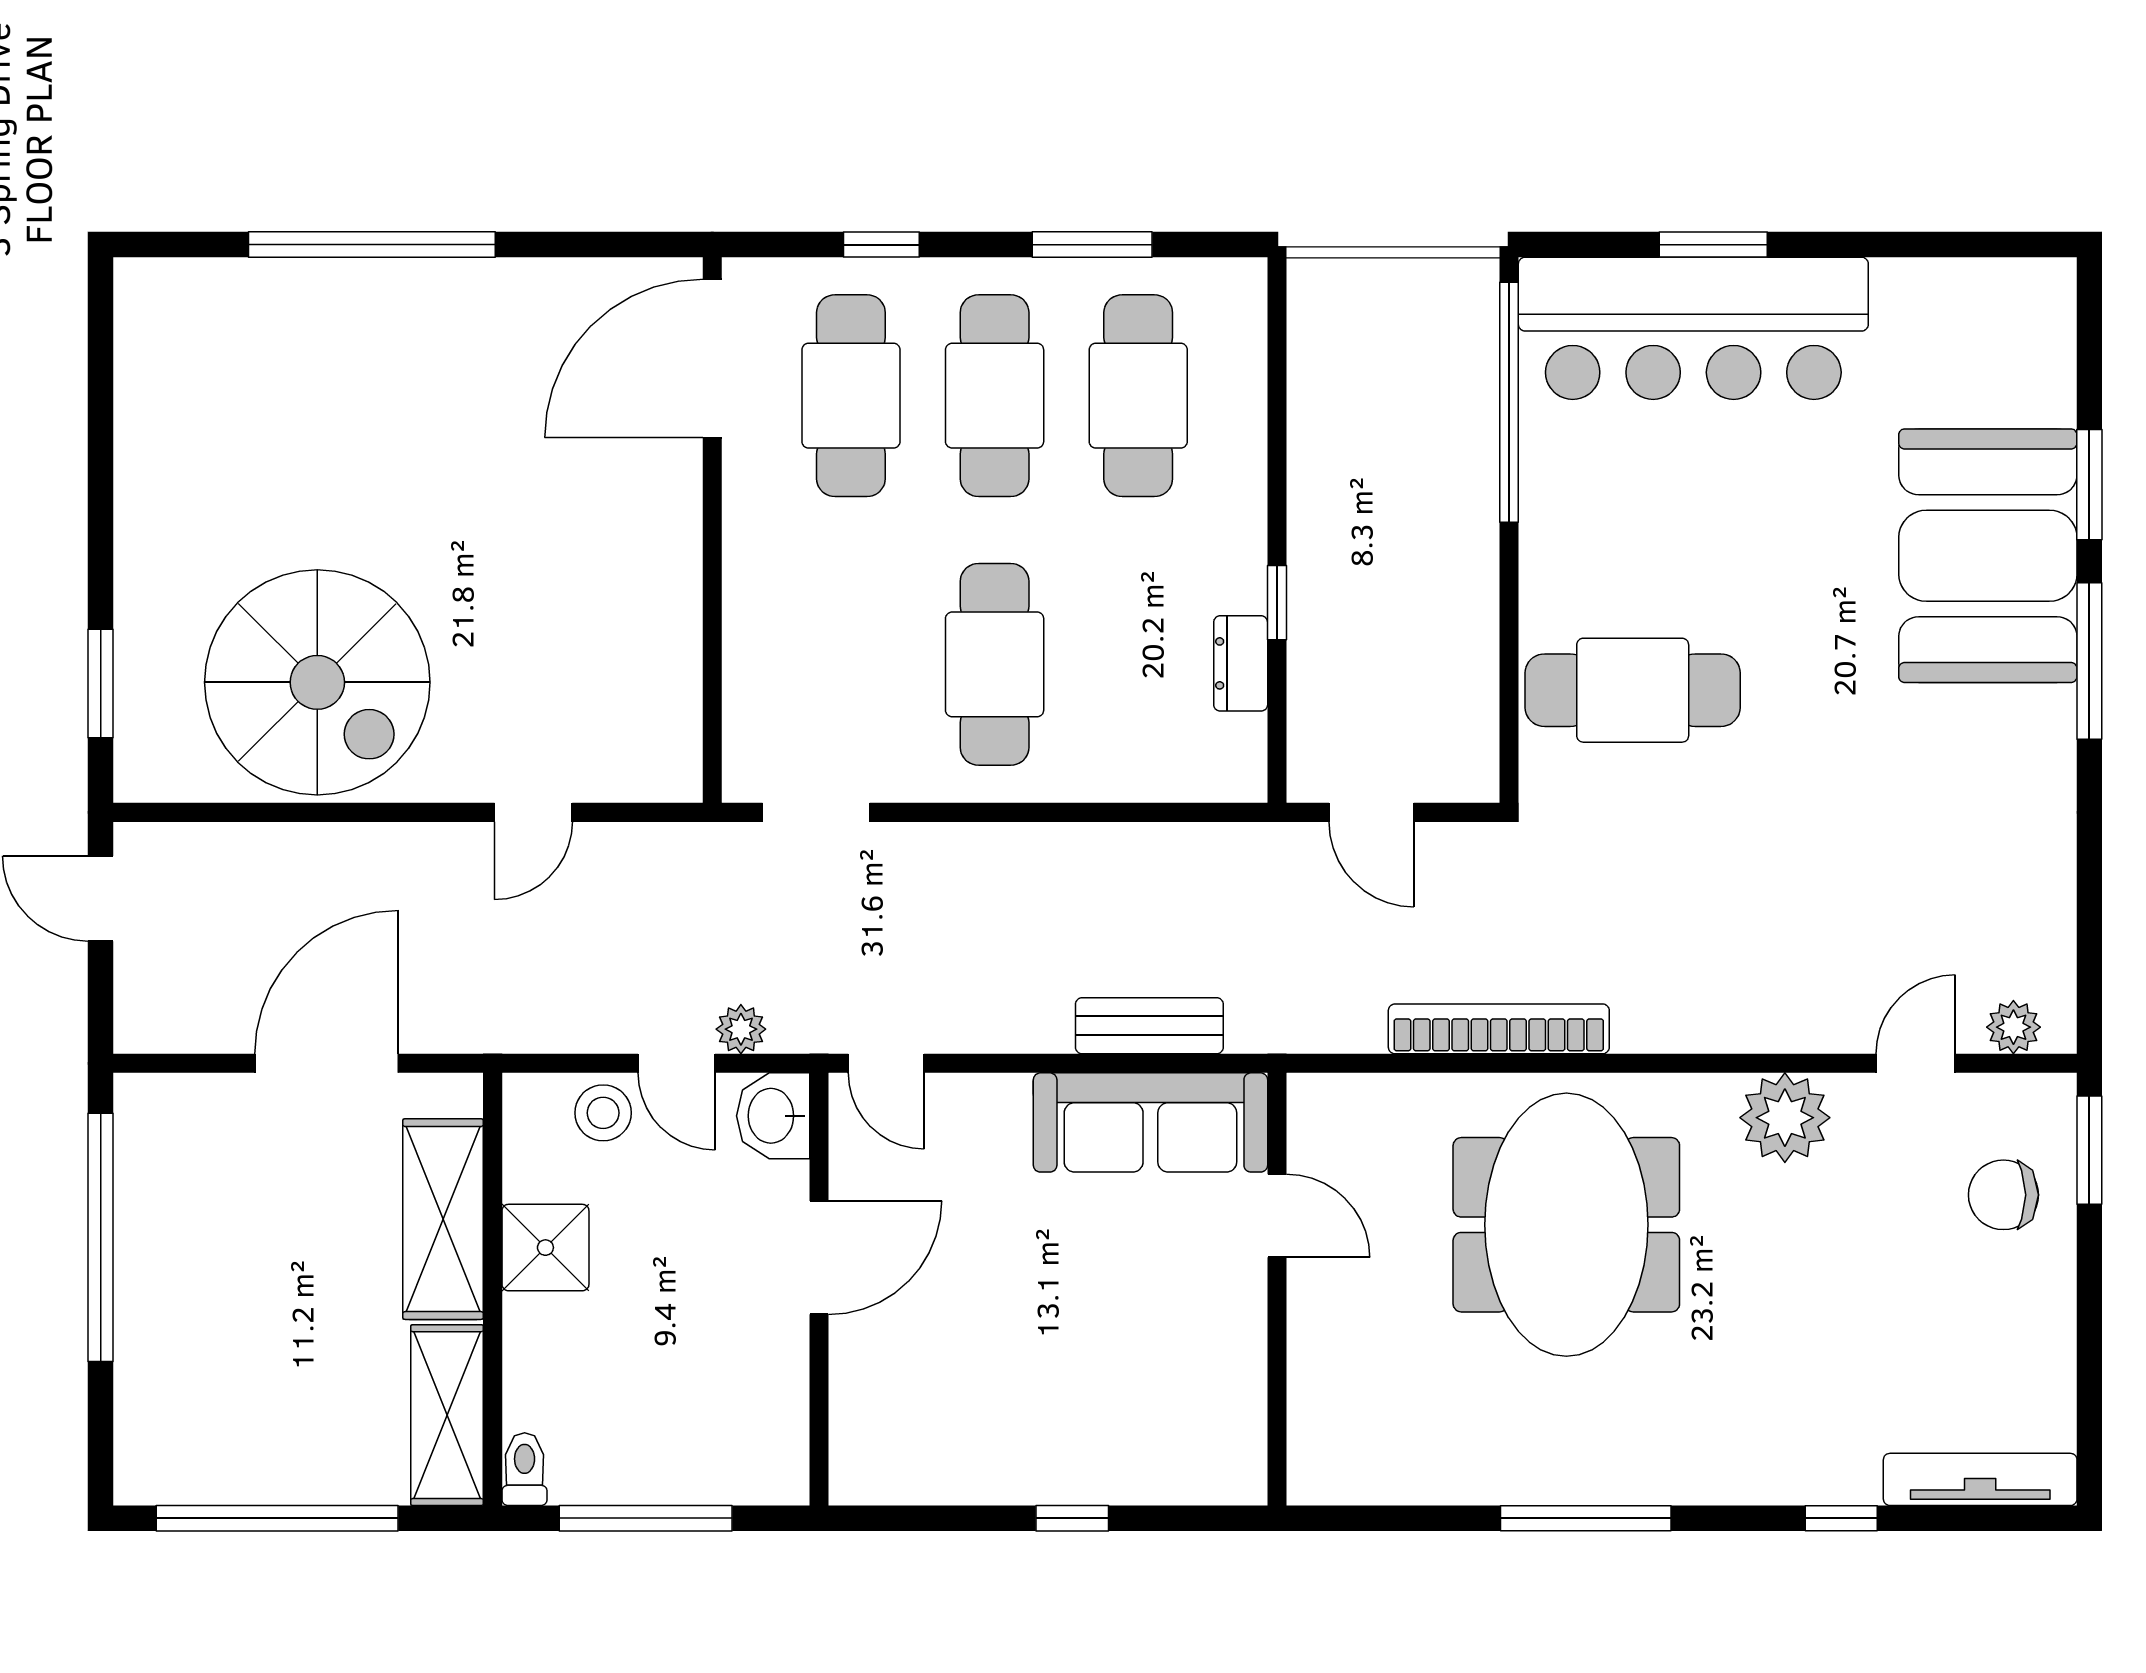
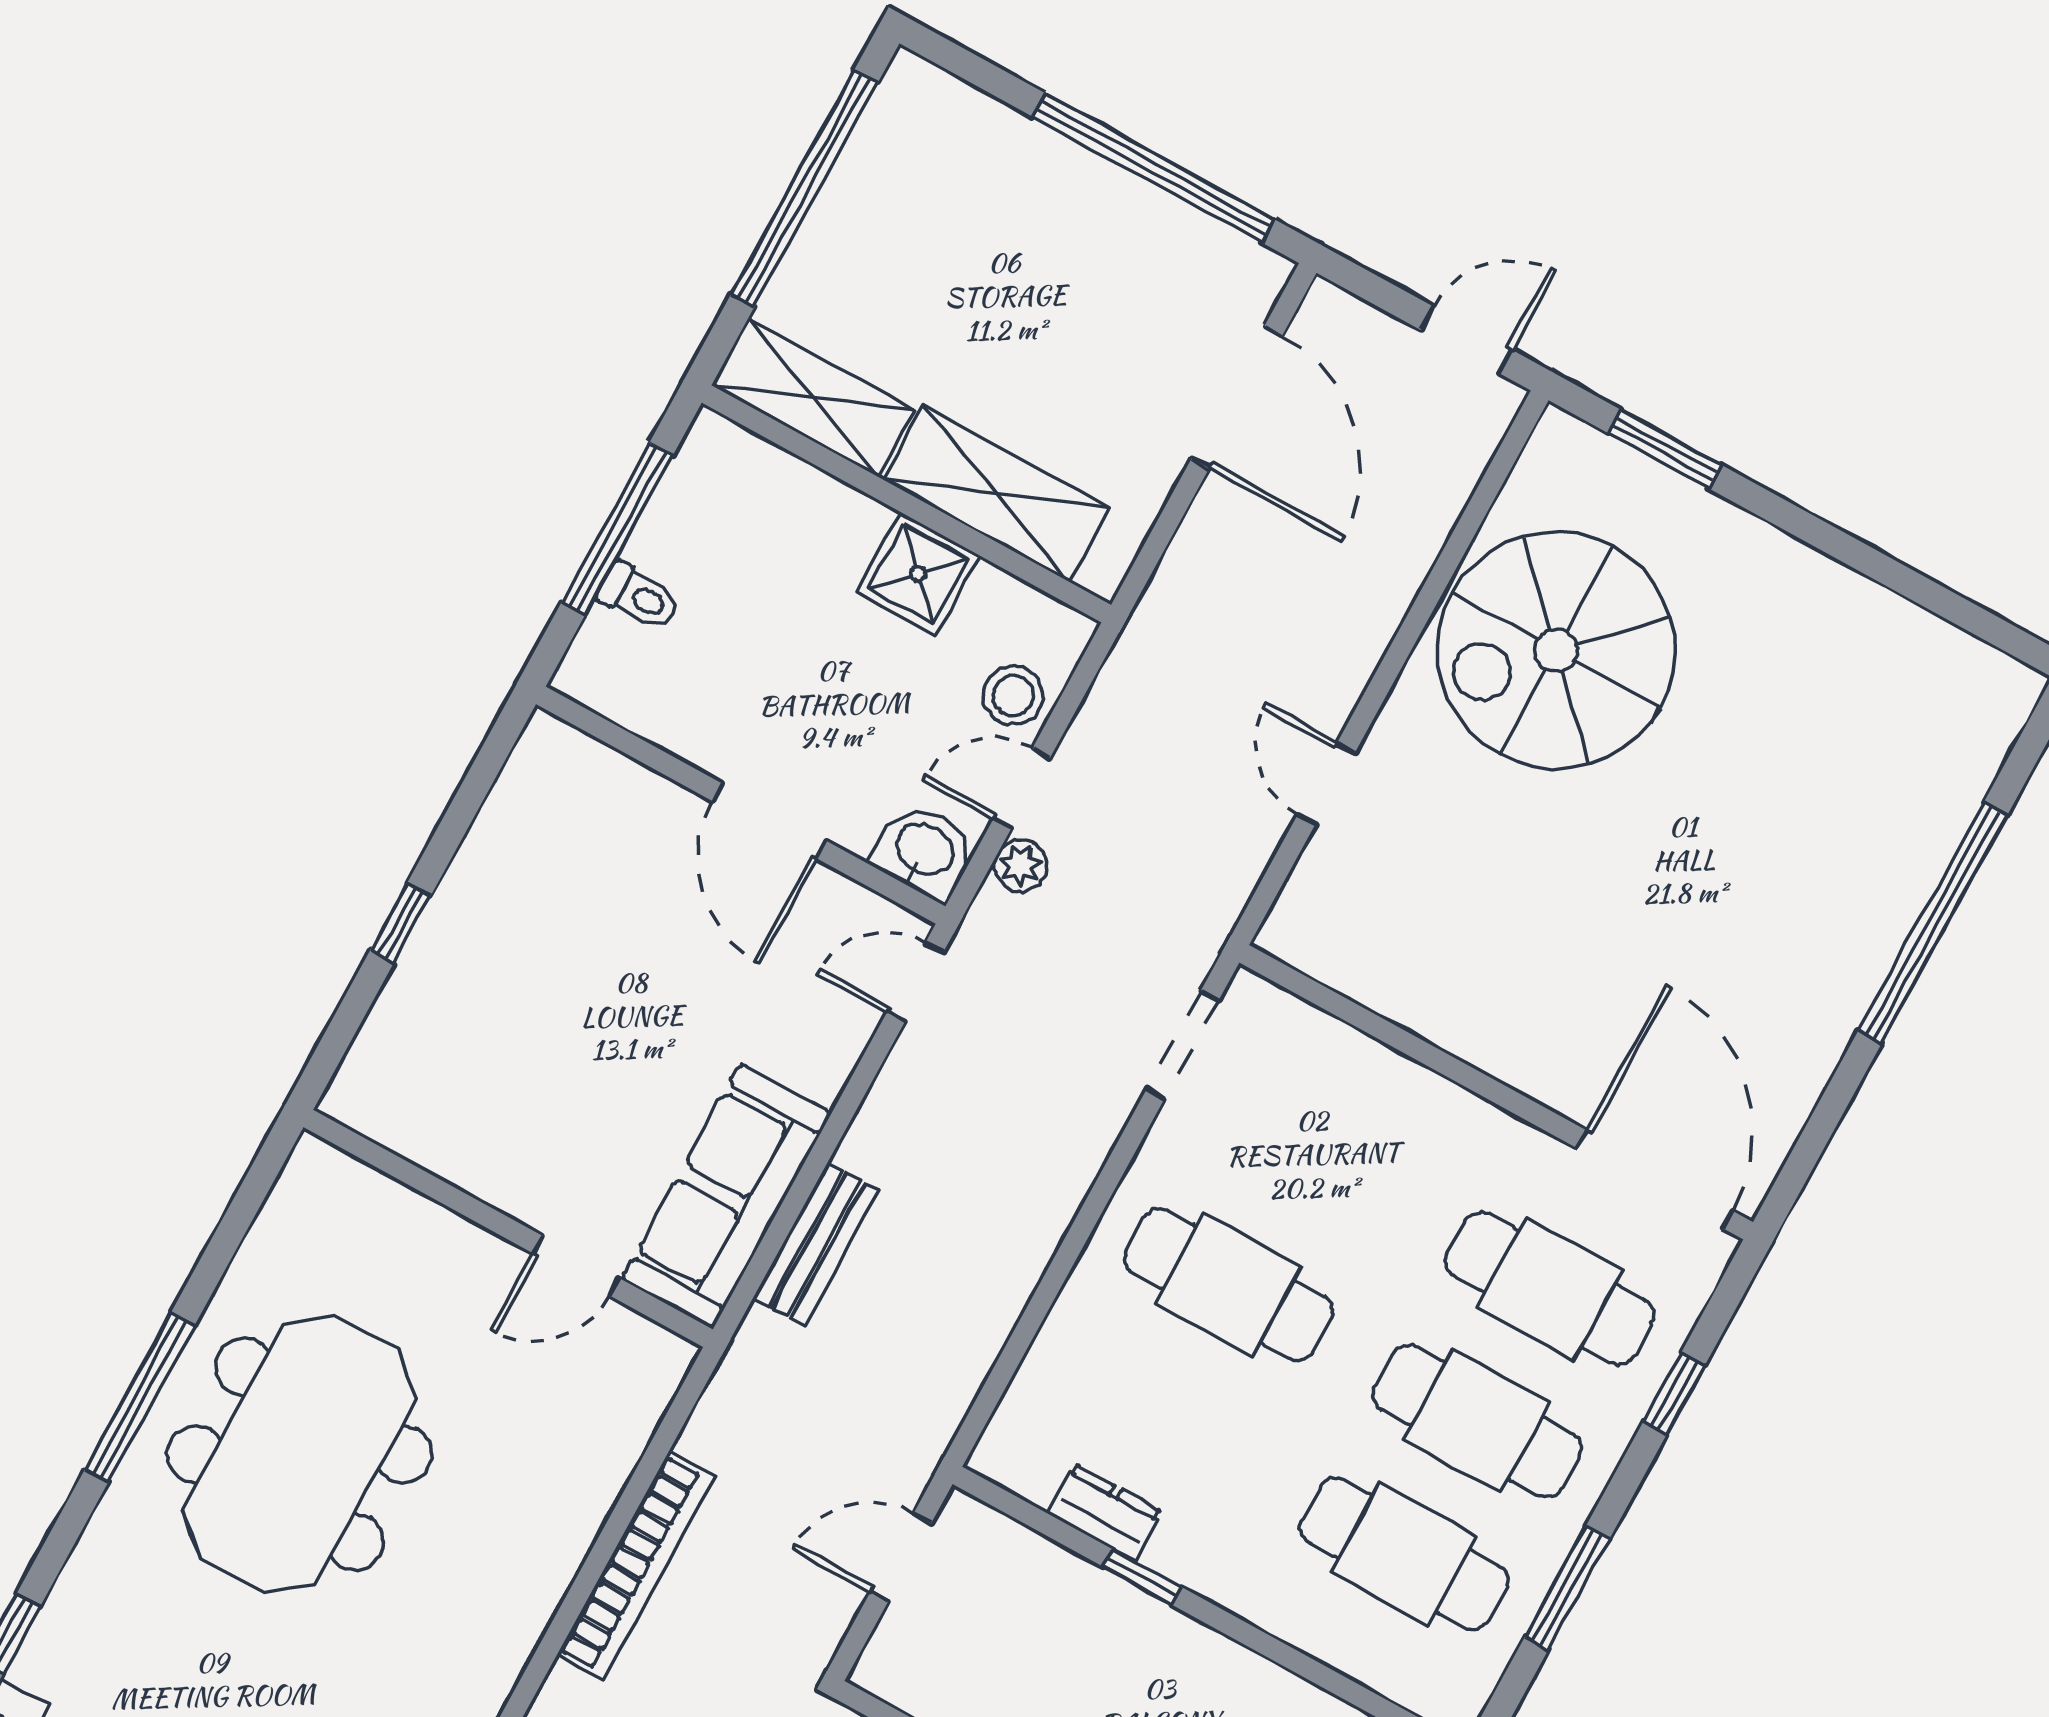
door: (327, 1063) -> (1237, 397), moved
meeting table: (1566, 1225) -> (300, 1454), moved, turned 90
toilet: (525, 1469) -> (639, 596), moved

